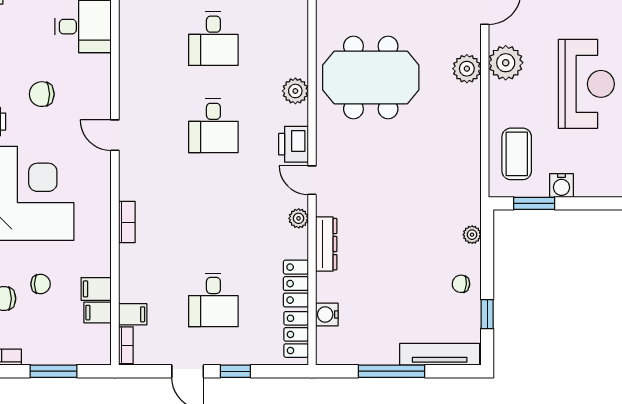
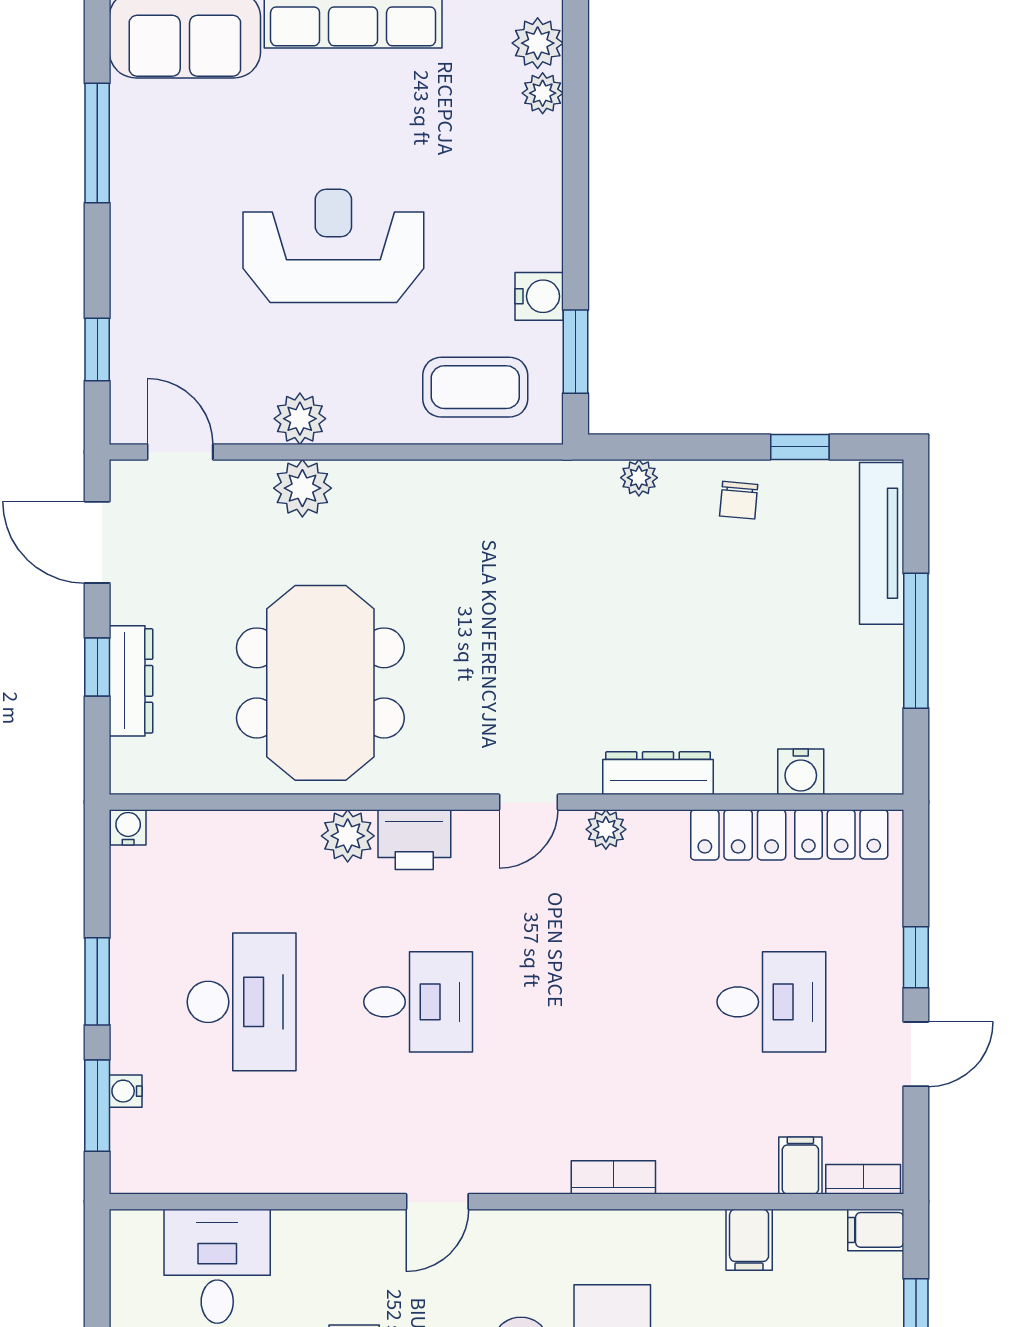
desk: (213, 39) -> (242, 1002), width x1.37
plant: (506, 63) -> (300, 419), width x0.73, depth x0.73
printer: (294, 144) -> (414, 840), moved
filing cabinet: (97, 313) -> (876, 1230), moved, turned 90

